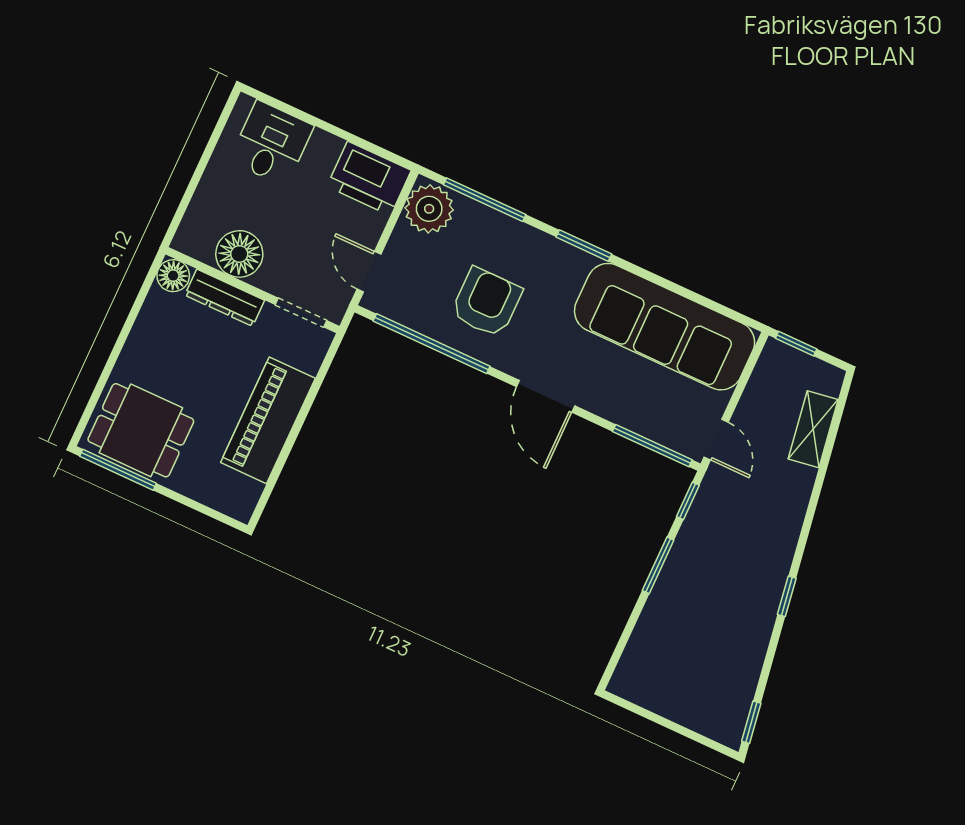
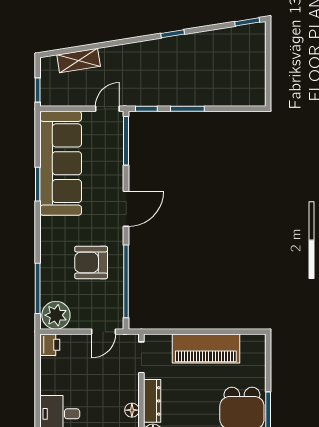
printer: (369, 178) -> (50, 345), width x0.53, depth x0.68
window: (584, 246) -> (38, 184), moved
floor lamp: (239, 254) -> (132, 410), width x0.53, depth x0.53

